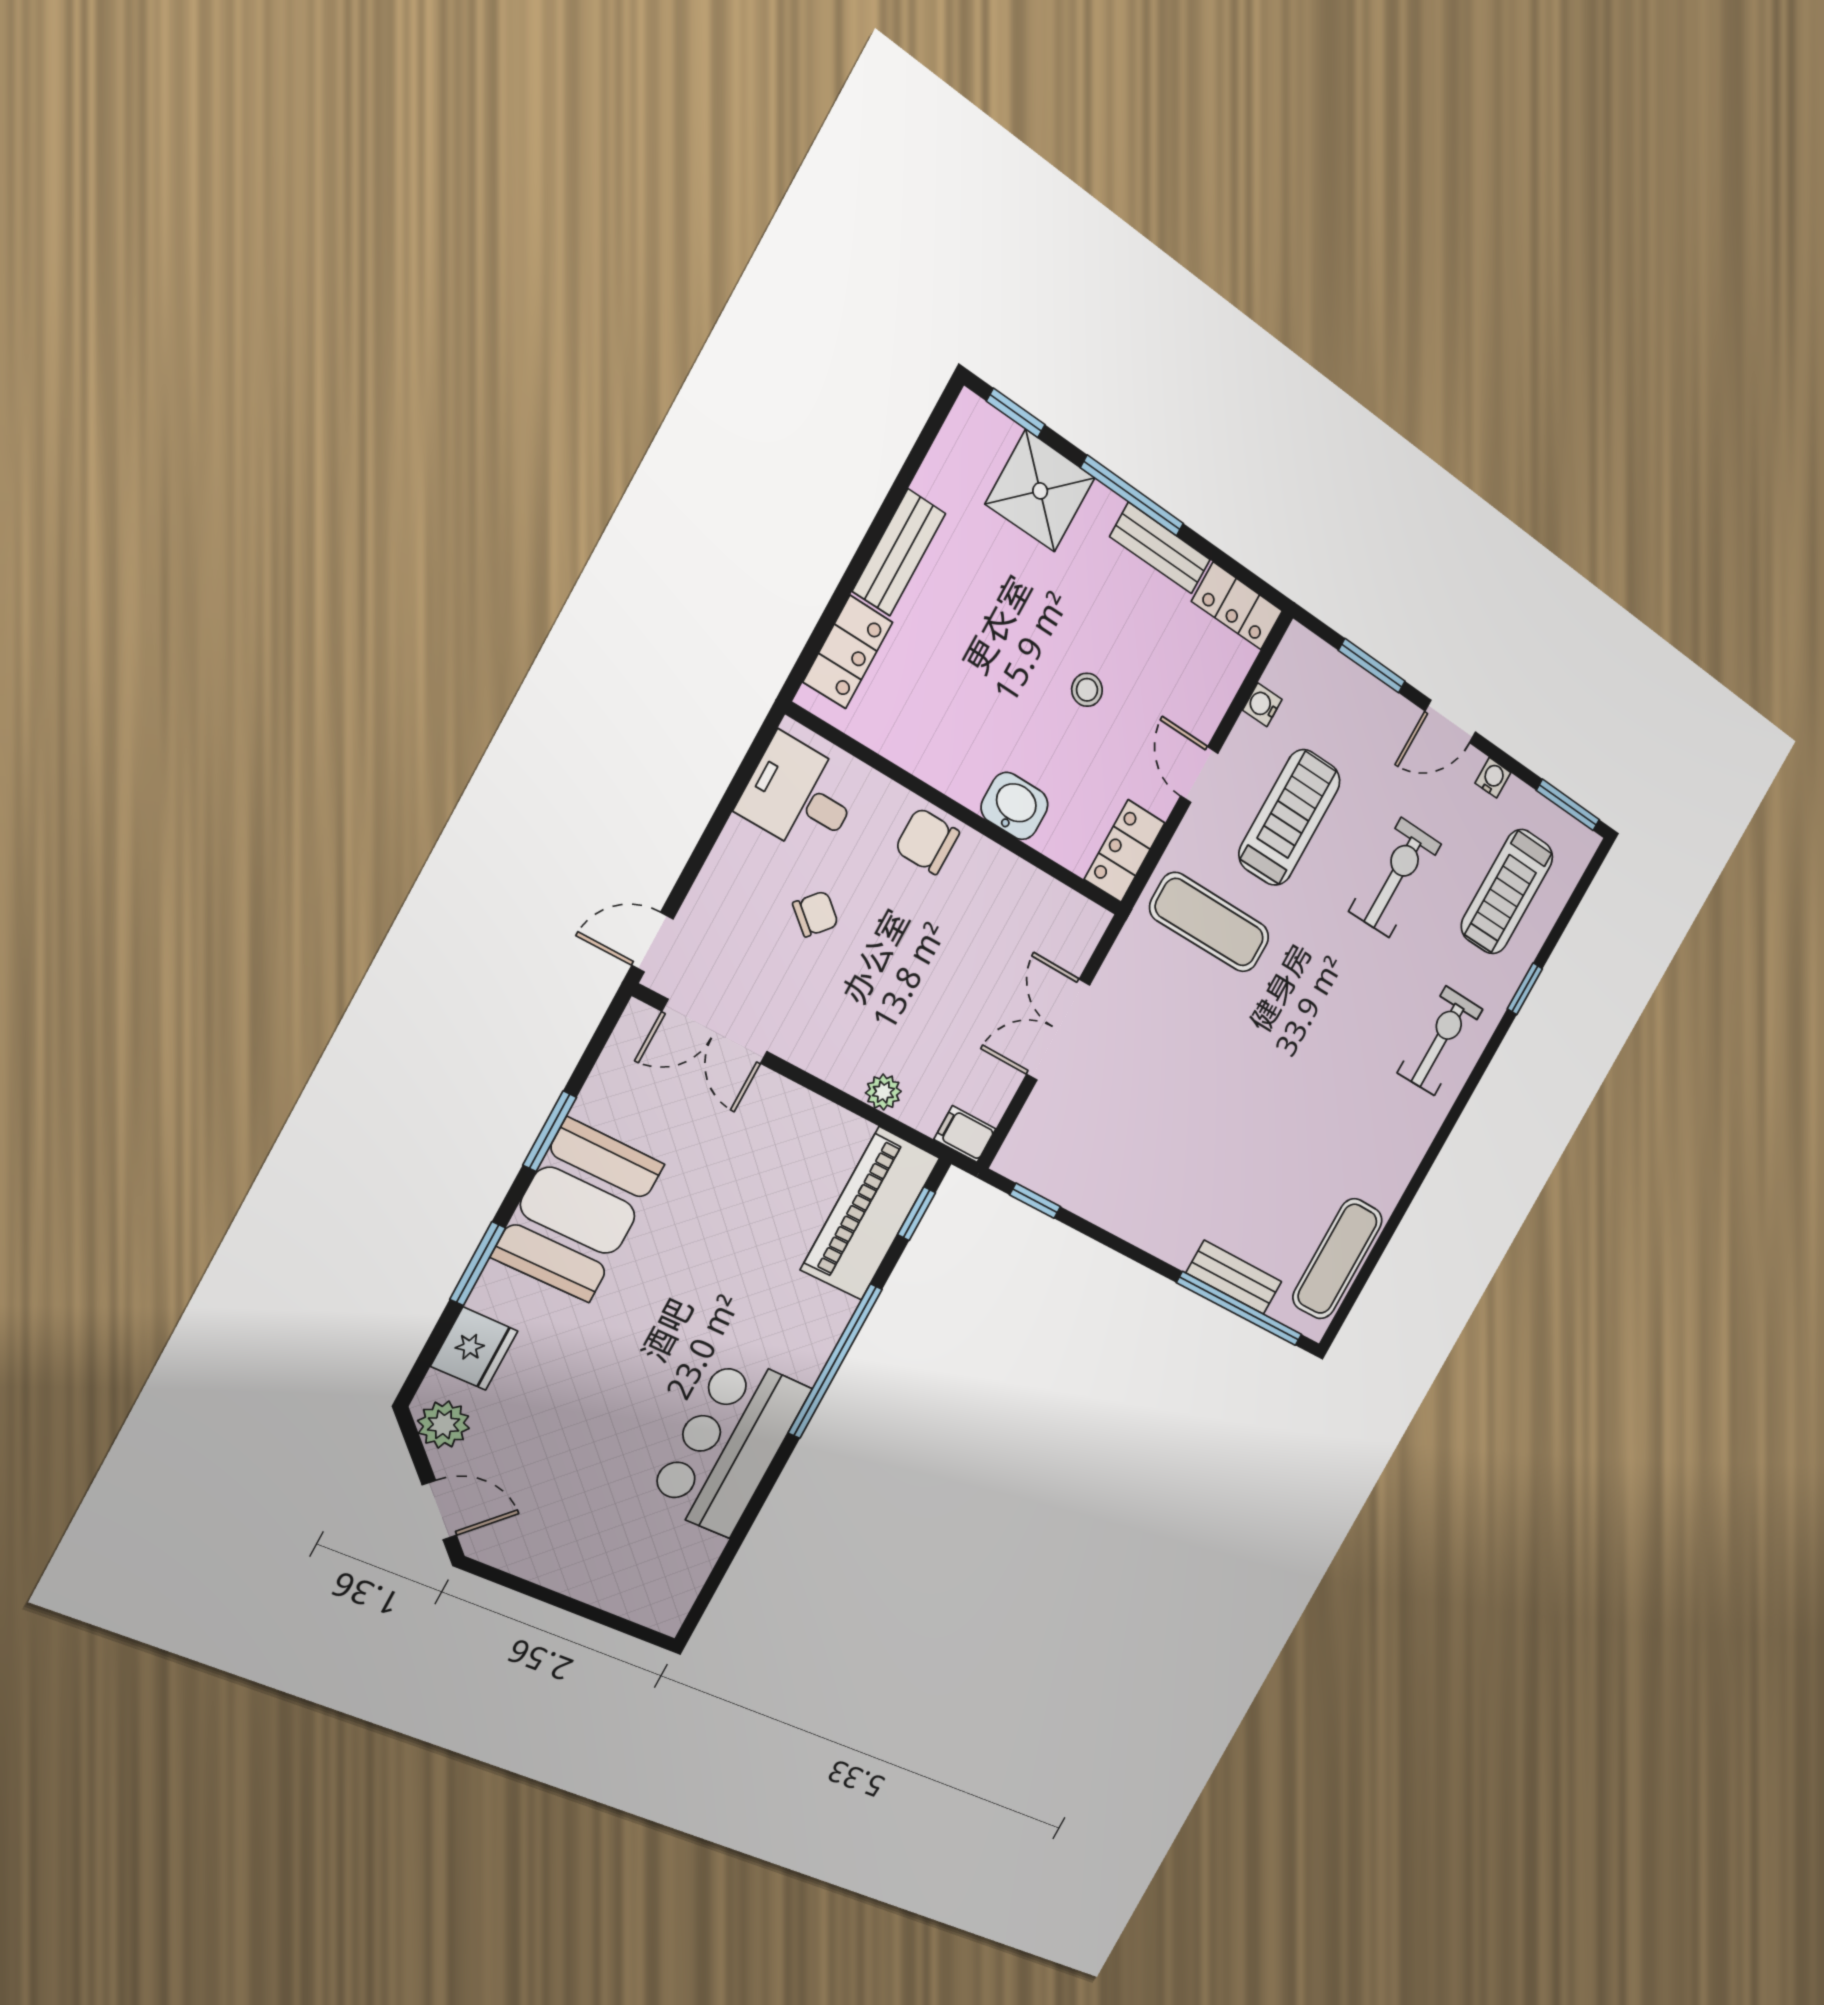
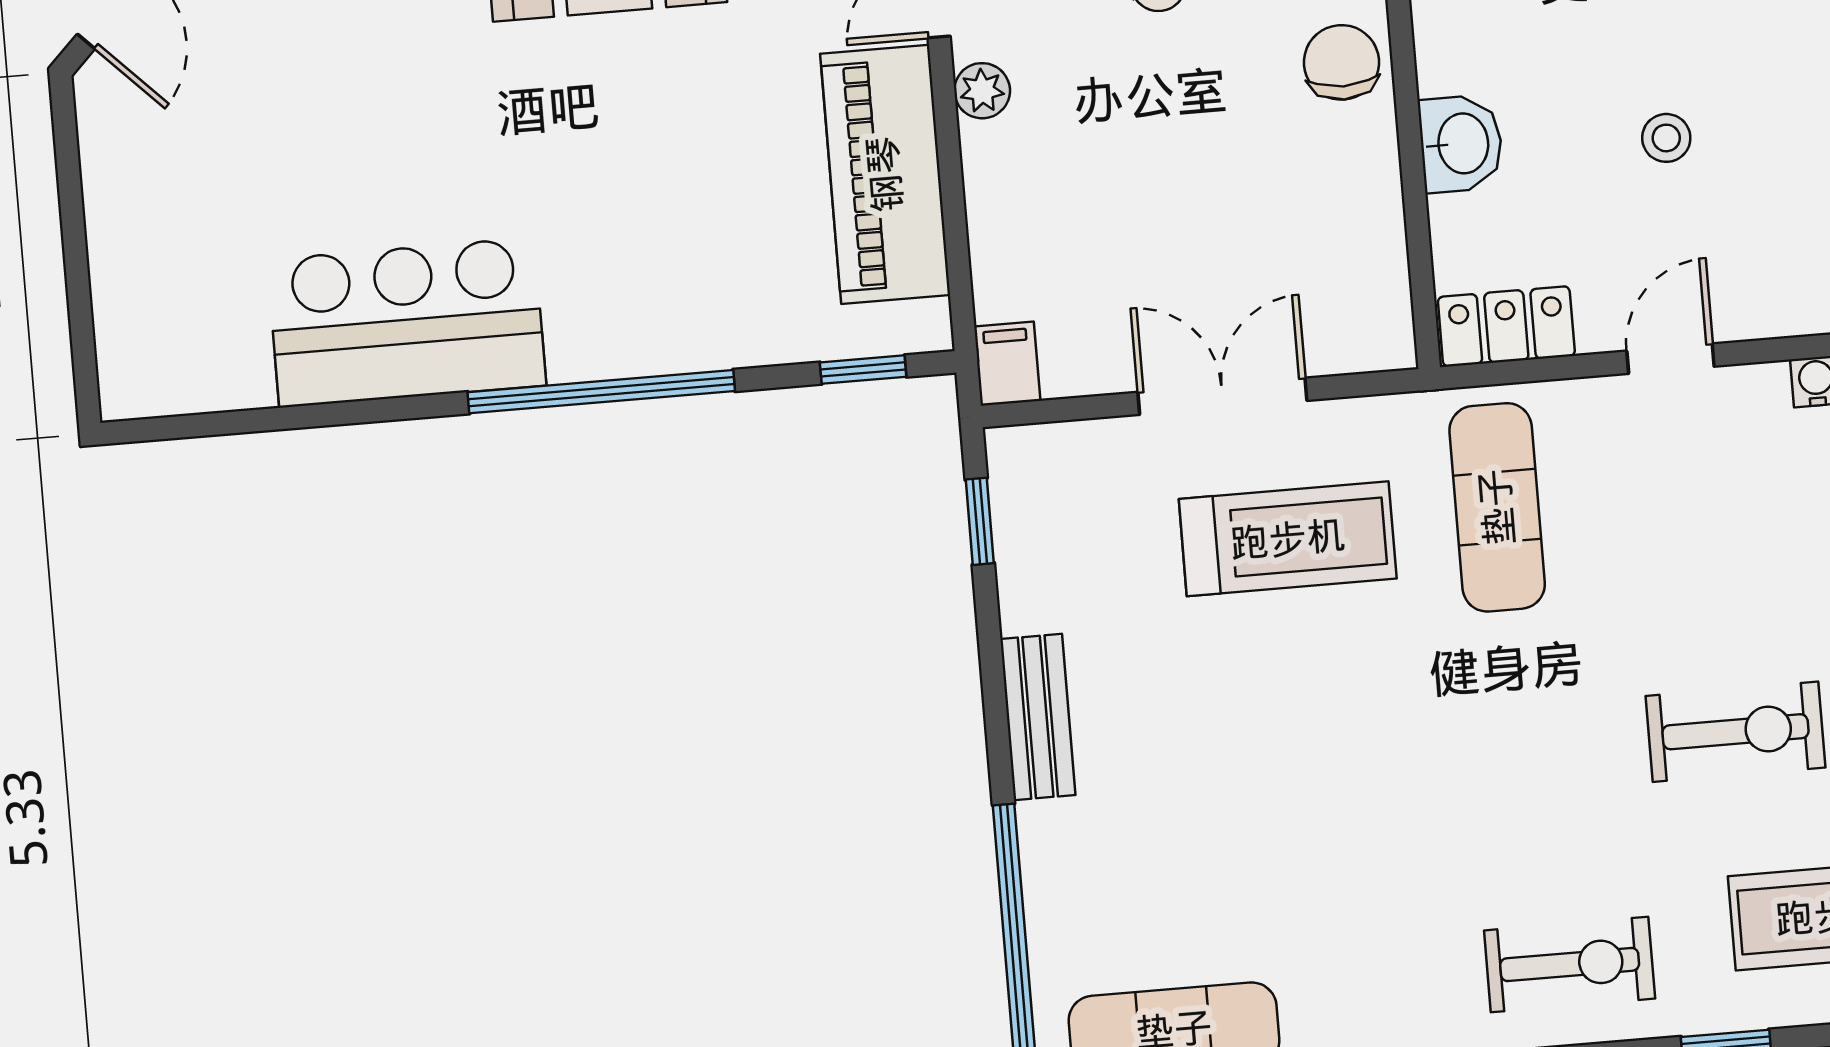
treadmill: (1289, 818) -> (1288, 539), moved
plant: (883, 1092) -> (982, 91), moved
piano: (870, 1214) -> (885, 174), moved, turned -90
bench: (1234, 1277) -> (1038, 717), moved

